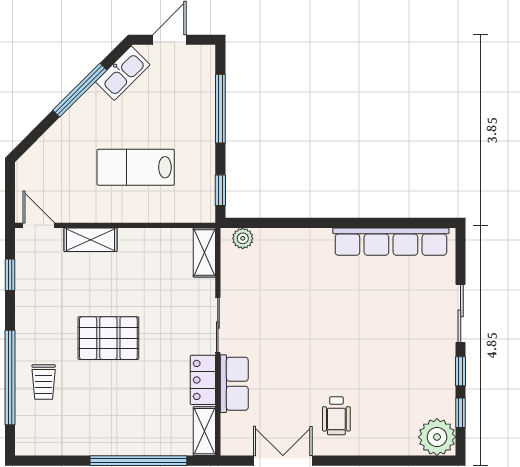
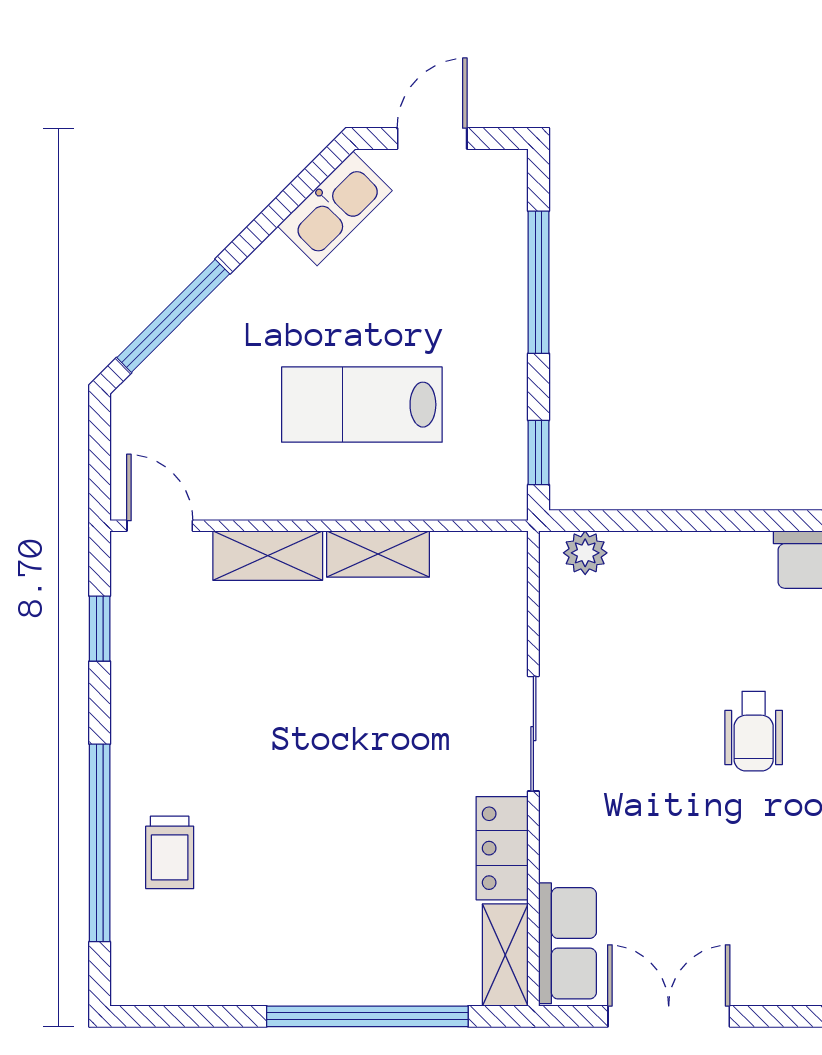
window: (80, 90) -> (173, 316), moved
shelving: (204, 252) -> (378, 554), moved, turned 90
pallet: (108, 338) -> (305, 761), removed
row of seats: (234, 384) -> (567, 943), moved
wheelchair: (336, 416) -> (754, 731), moved

